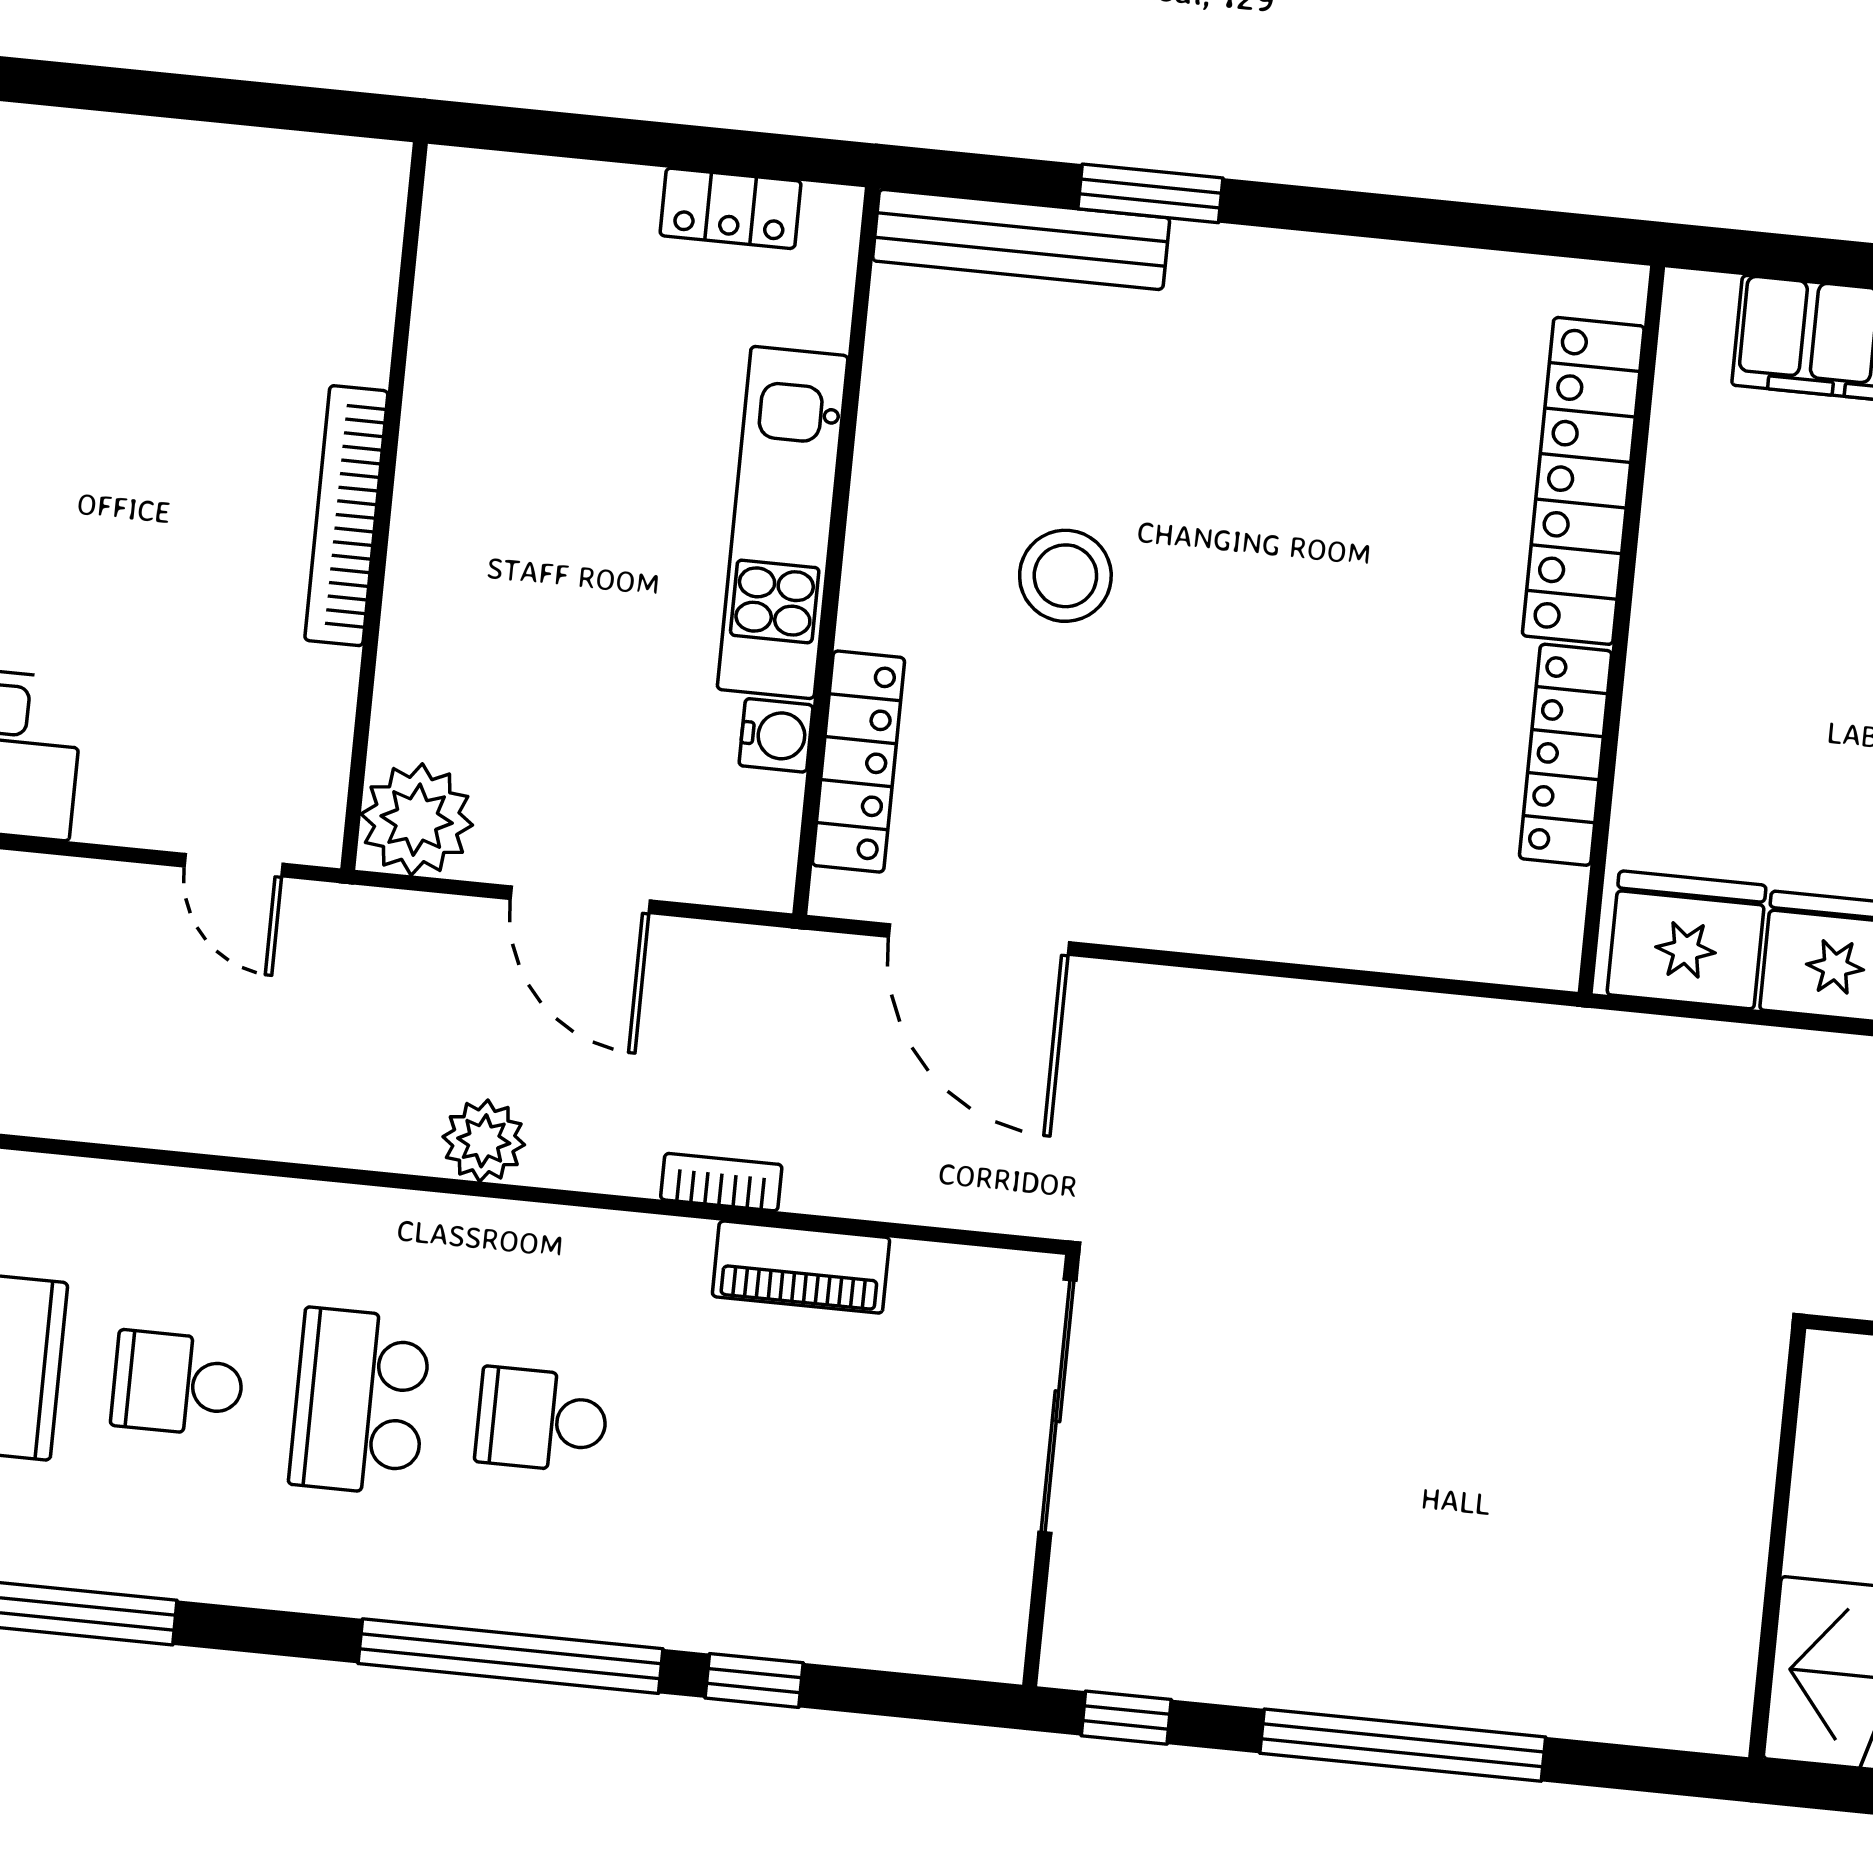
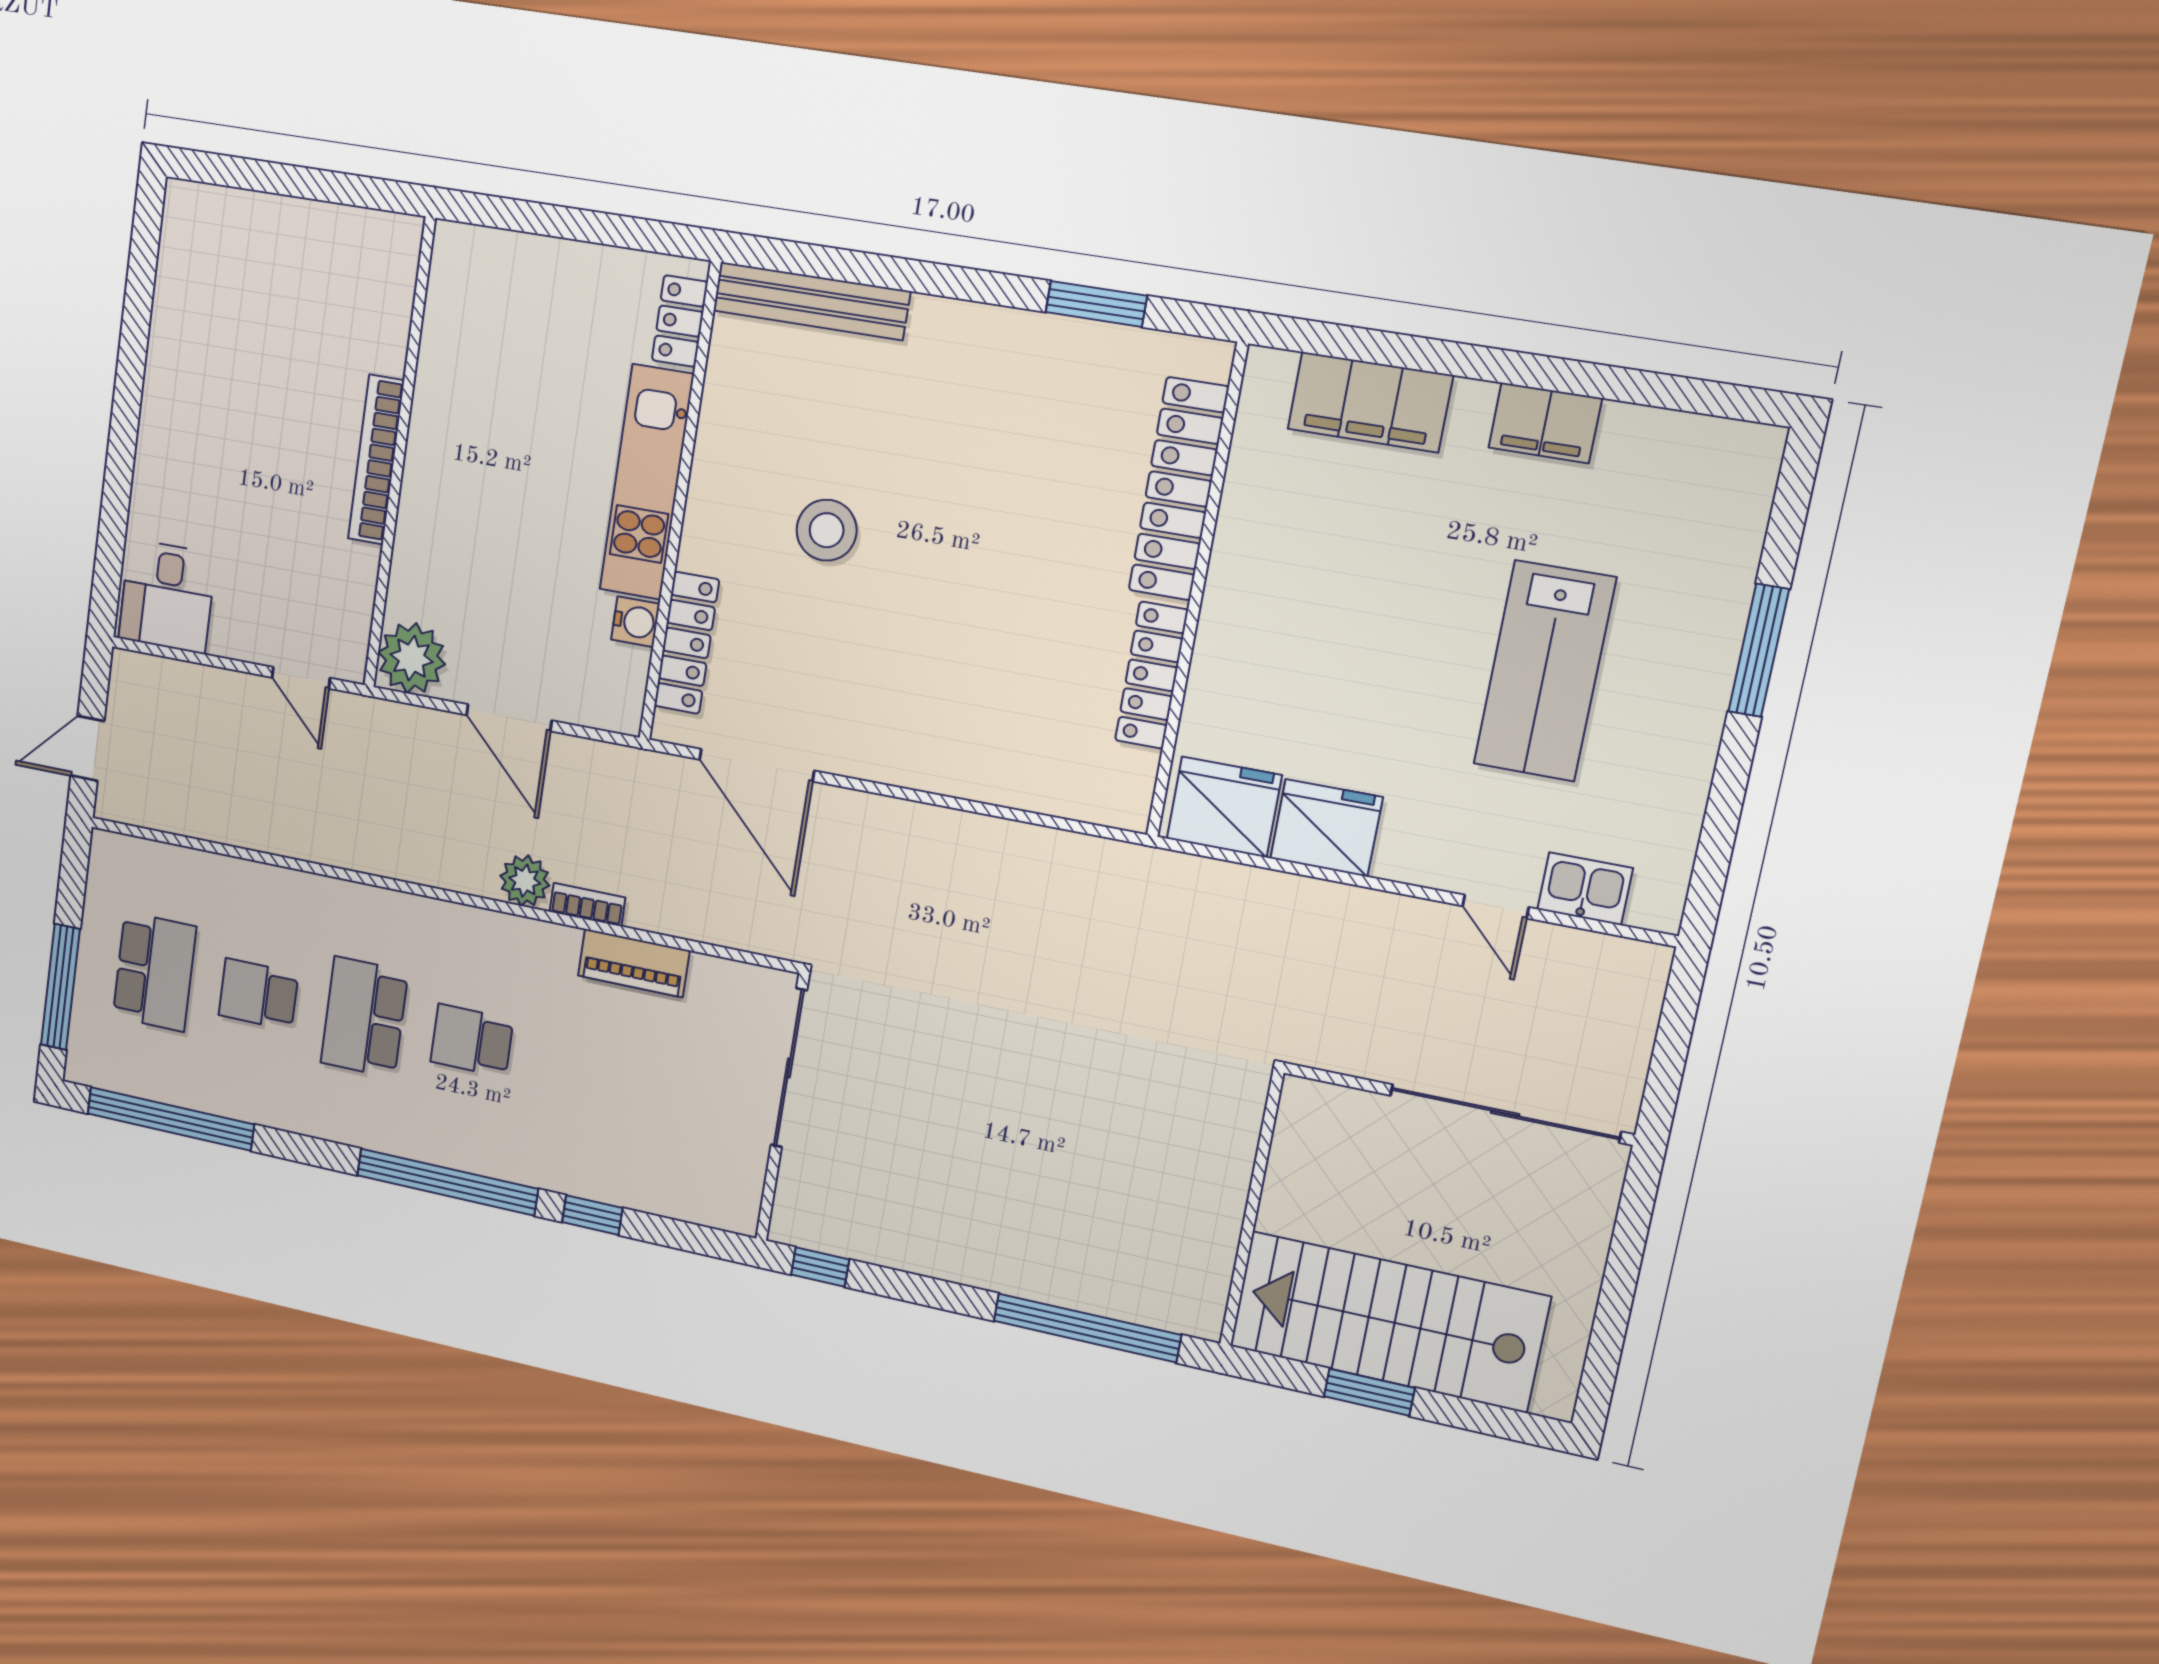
window: (1150, 193) -> (1096, 304), moved
locker: (731, 208) -> (680, 321), moved, turned 90
plant: (484, 1141) -> (525, 881), moved
window: (1403, 1745) -> (1087, 1328), moved

